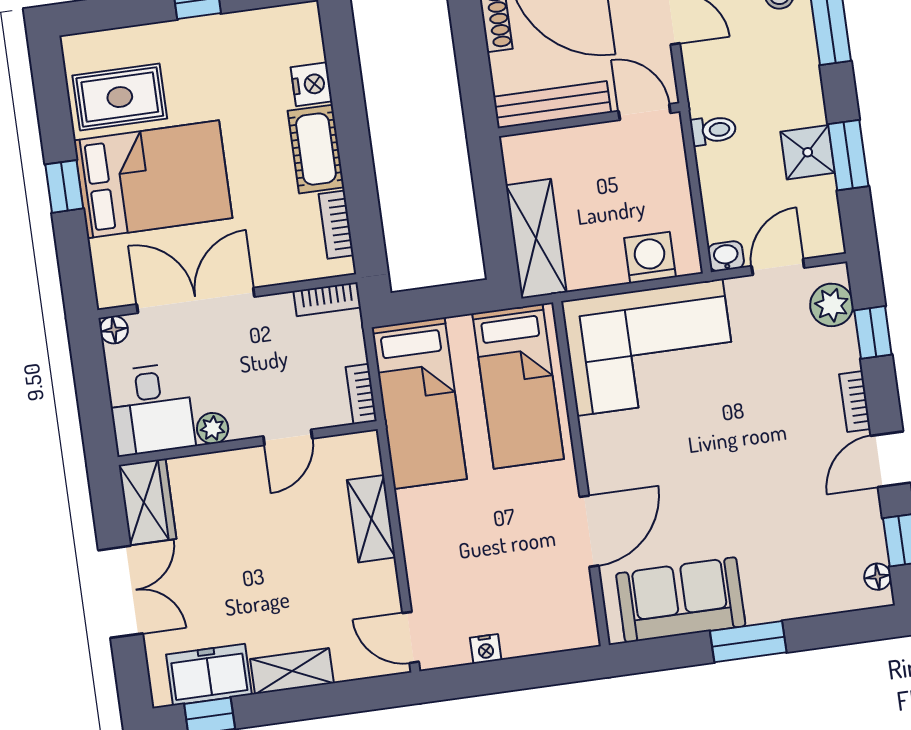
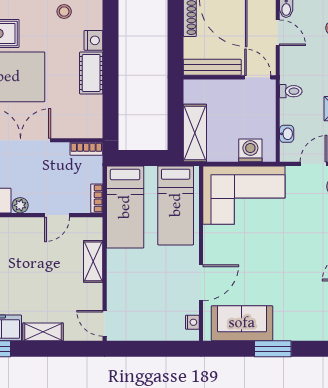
stool: (246, 36) -> (64, 12), added
bookcase: (336, 225) -> (96, 112), removed
washbasin: (726, 256) -> (287, 134), moved, turned 90
nightstand: (486, 649) -> (192, 322), moved, turned -90

